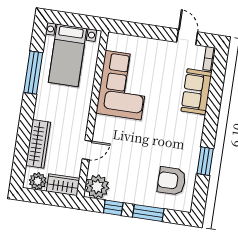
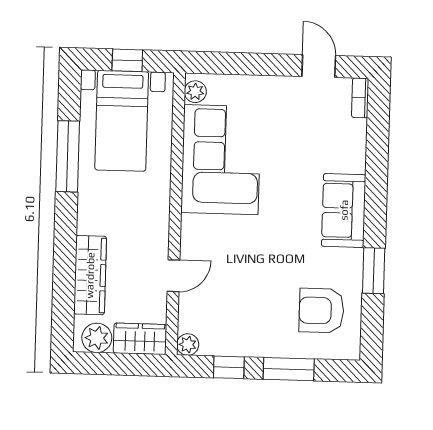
window: (75, 20) -> (127, 60), added
plant: (113, 43) -> (195, 92), added
sofa: (196, 92) -> (344, 210), moved
plant: (97, 187) -> (188, 345), width x0.53, depth x0.53

